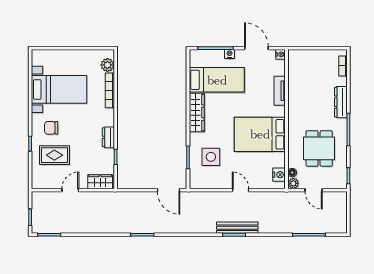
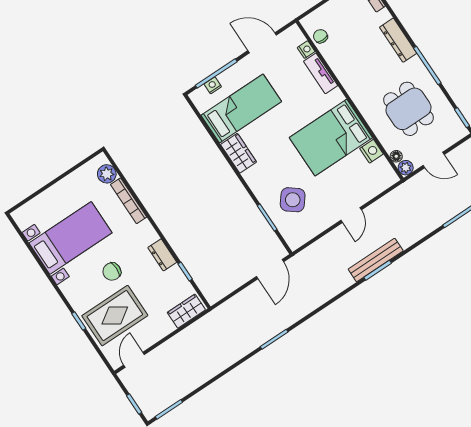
nightstand: (230, 54) -> (213, 85), moved
nightstand: (281, 54) -> (306, 50), moved
chair: (295, 68) -> (320, 36), added
wardrobe: (197, 113) -> (239, 153), width x0.67
chair: (51, 128) -> (112, 271), moved
rug: (54, 155) -> (115, 316), width x1.36, depth x1.43
side table: (211, 157) -> (293, 200), turned 38
nightstand: (279, 175) -> (371, 151), moved
door: (70, 190) -> (134, 360), moved
door: (169, 190) -> (270, 269), hinge flipped
door: (240, 190) -> (351, 215), swing flipped

